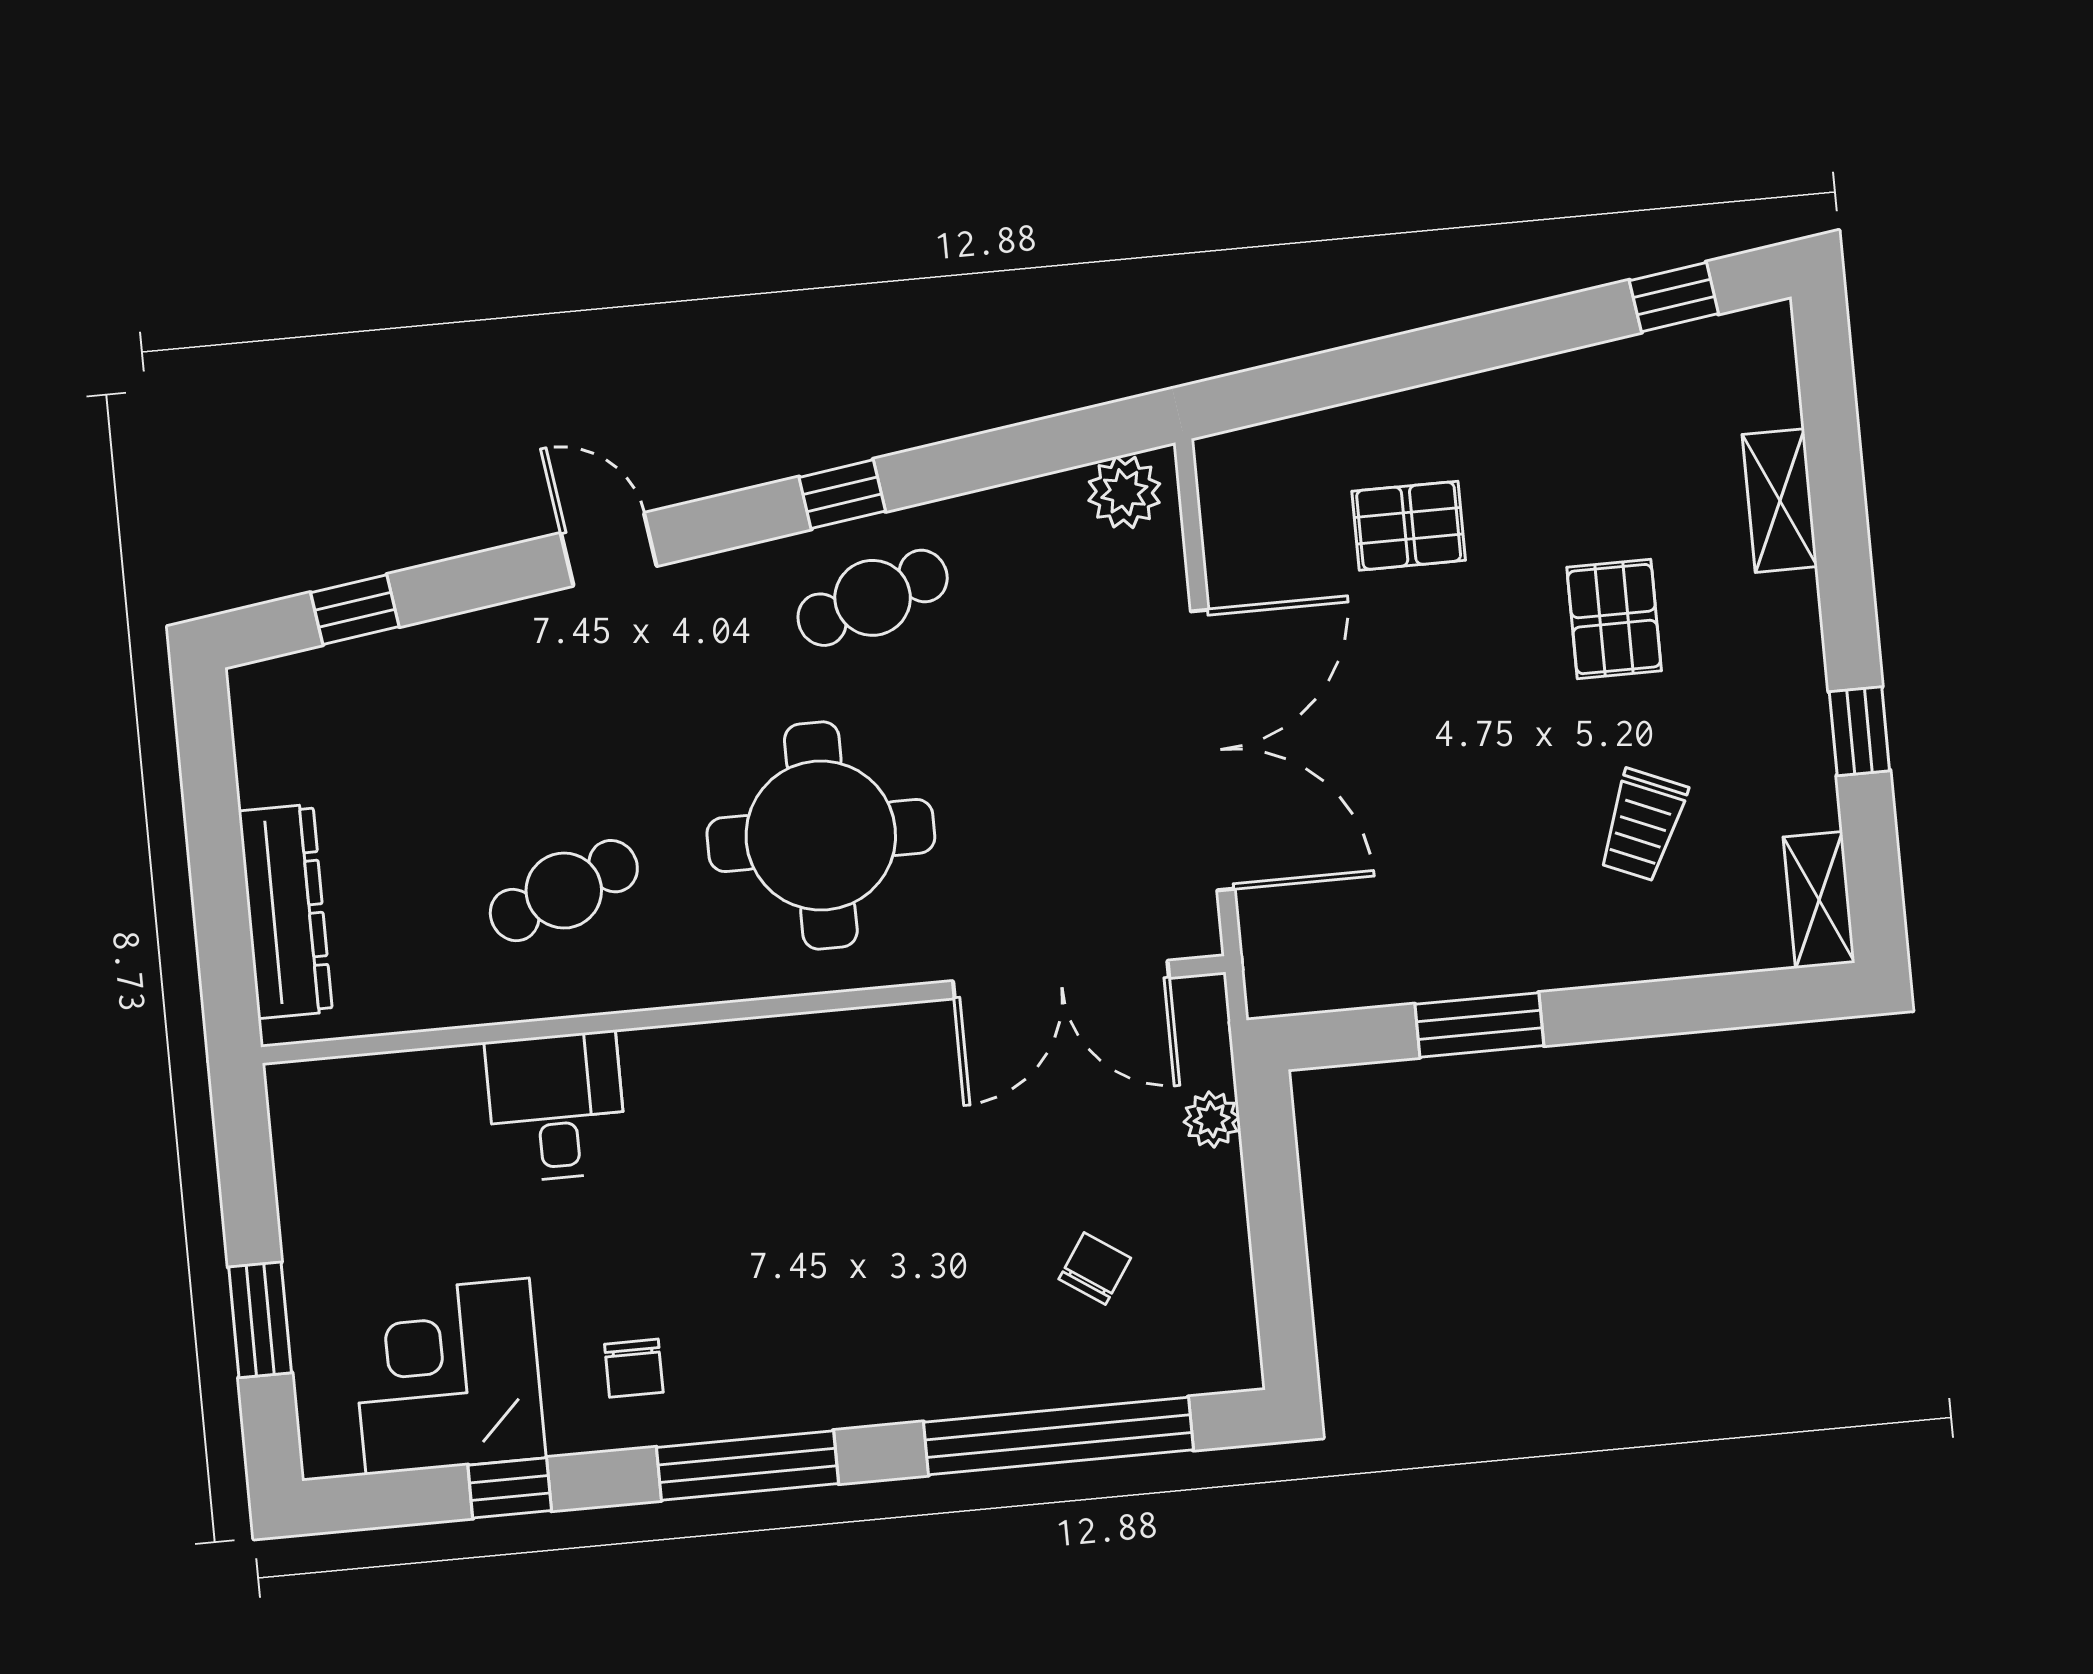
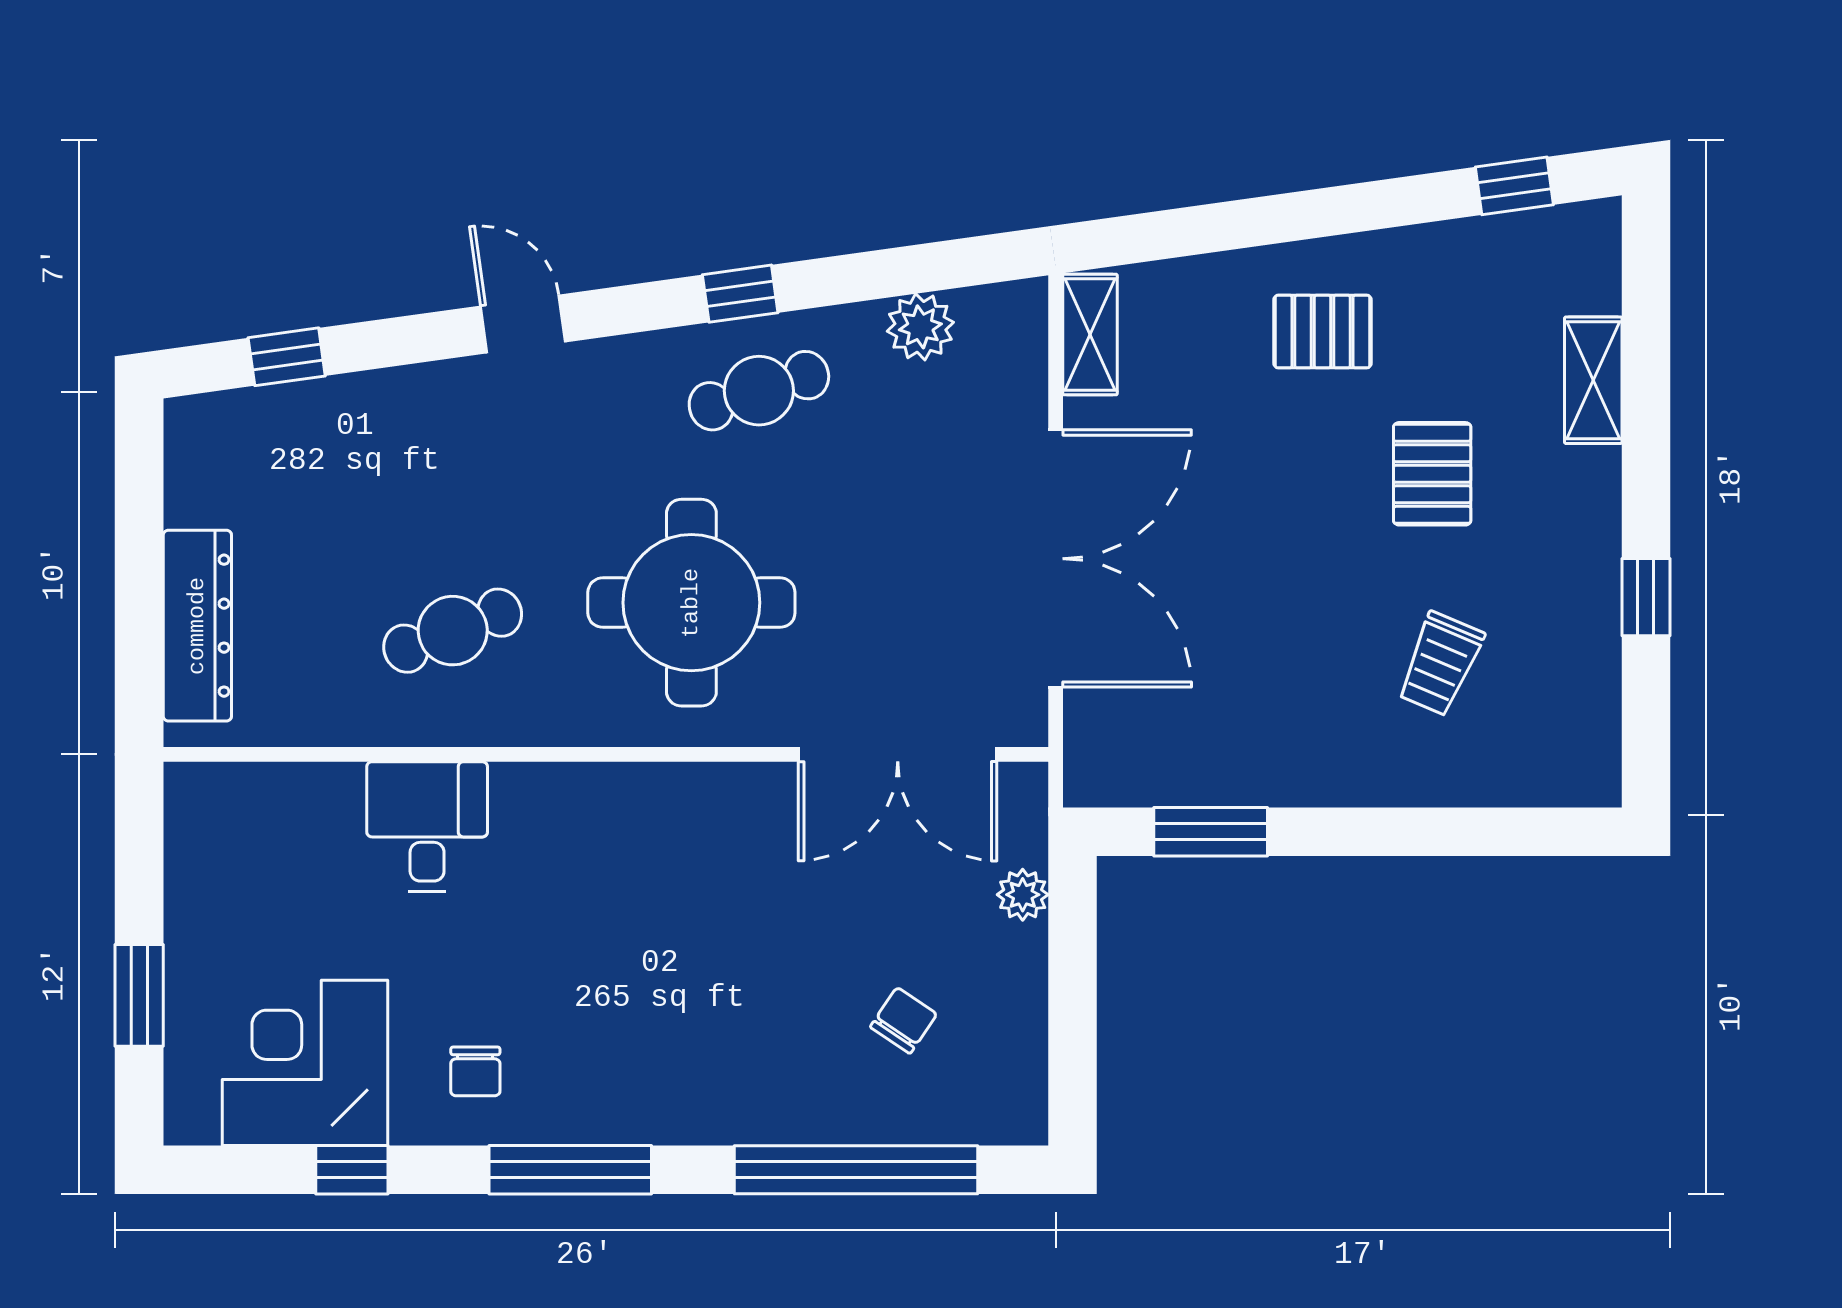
plant: (1124, 492) -> (920, 327), moved
pallet: (1409, 526) -> (1323, 332), moved
shelving: (1819, 900) -> (1090, 335), moved
window: (1479, 1025) -> (1211, 832), moved

